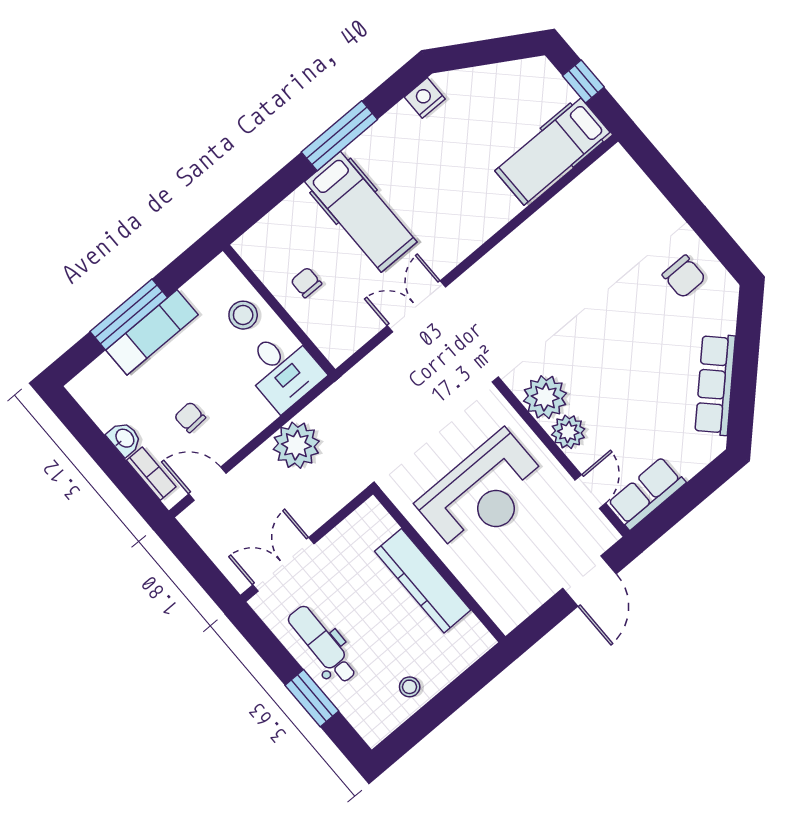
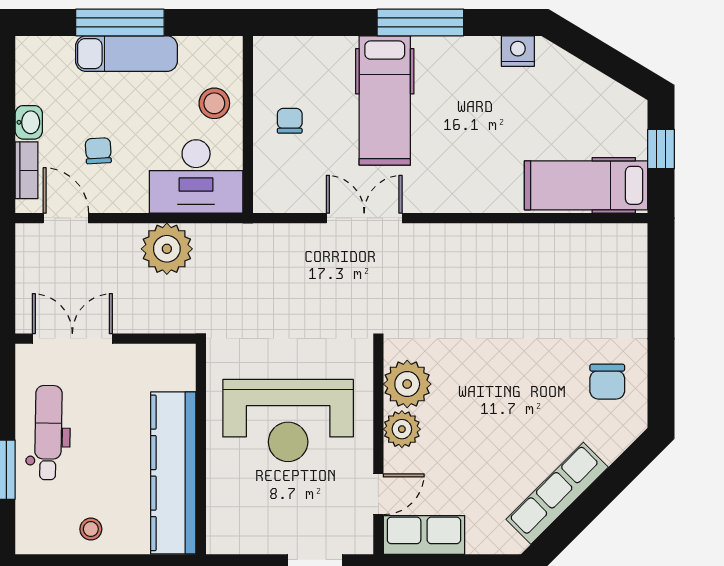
desk: (283, 370) -> (196, 176), width x1.37
kitchen counter: (423, 581) -> (173, 473), width x1.39, depth x1.17

